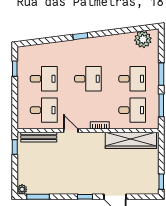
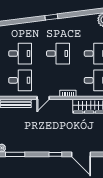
door: (71, 131) -> (43, 98), swing flipped

